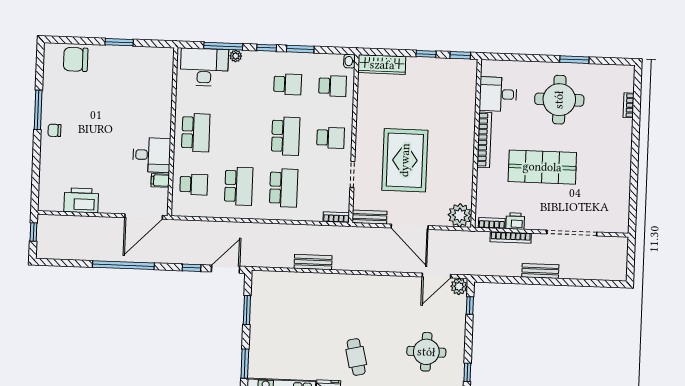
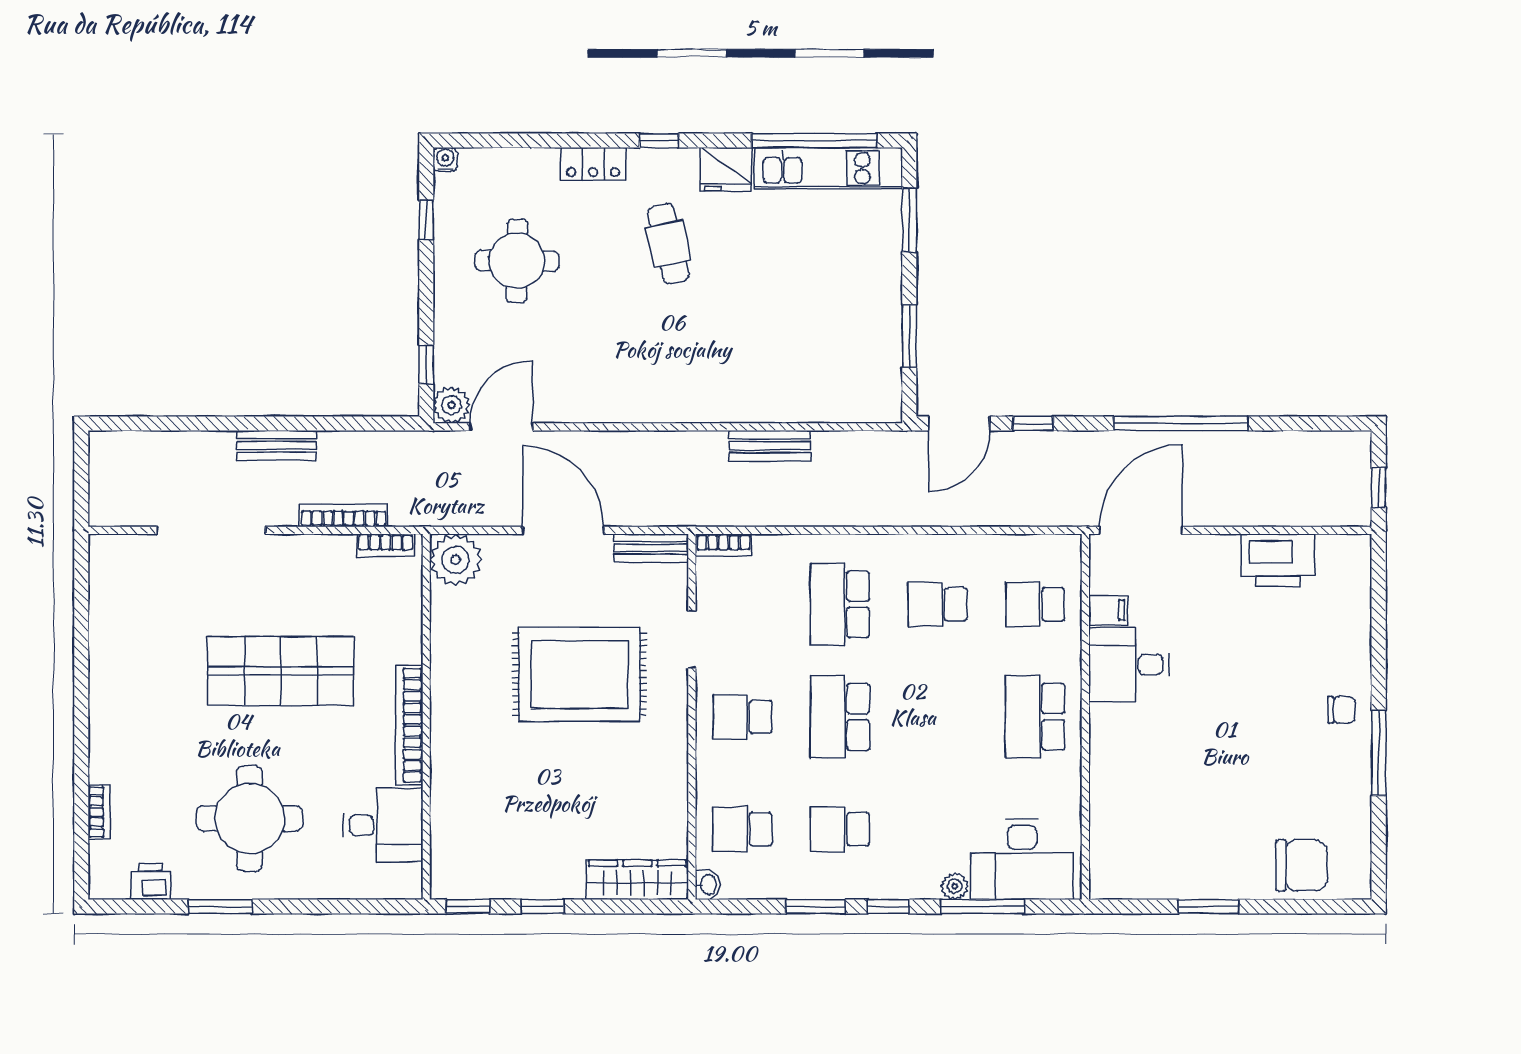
rug: (405, 160) -> (579, 674), turned 90
school desk: (239, 186) -> (937, 604), width x0.54
printer: (515, 221) -> (150, 882), moved, turned 180

